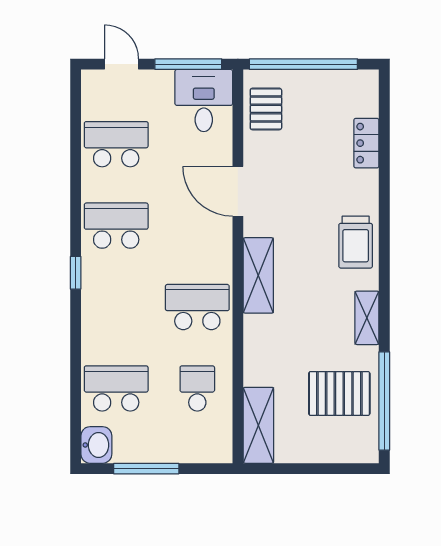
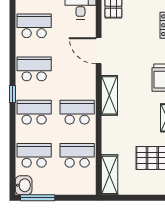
school desk: (116, 307) -> (34, 112), added
school desk: (197, 388) -> (77, 155), width x1.85
window: (146, 469) -> (38, 198), moved

